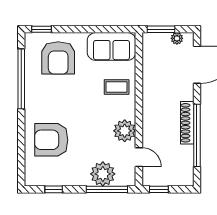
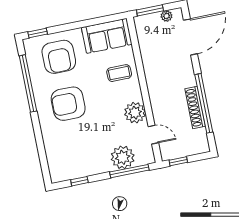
shoe rack: (187, 123) -> (195, 107), moved
armchair: (51, 140) -> (68, 104), moved

